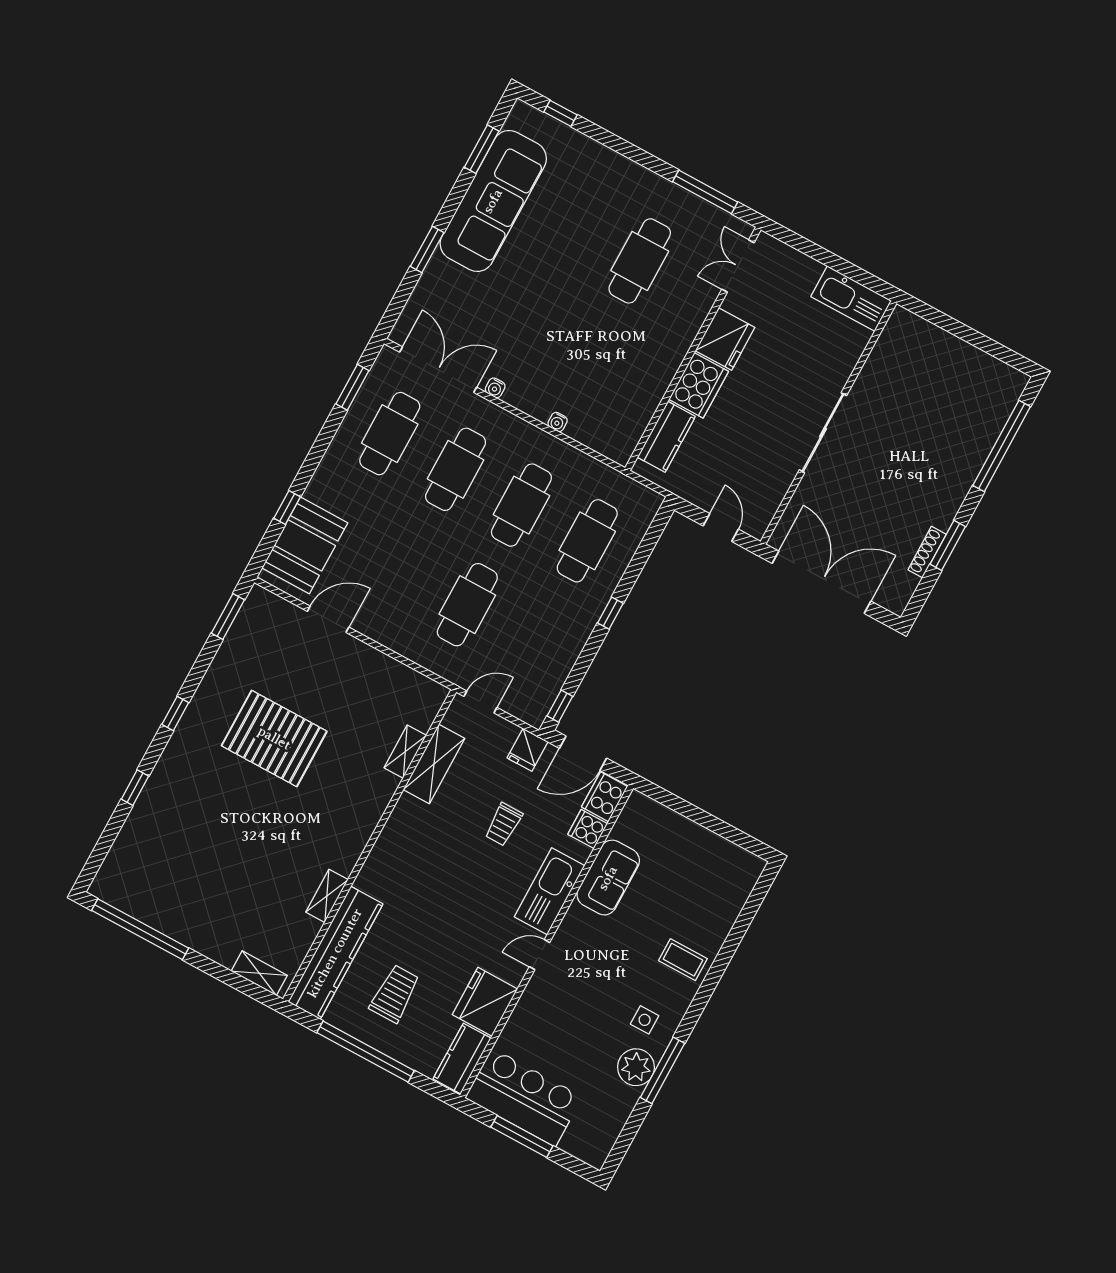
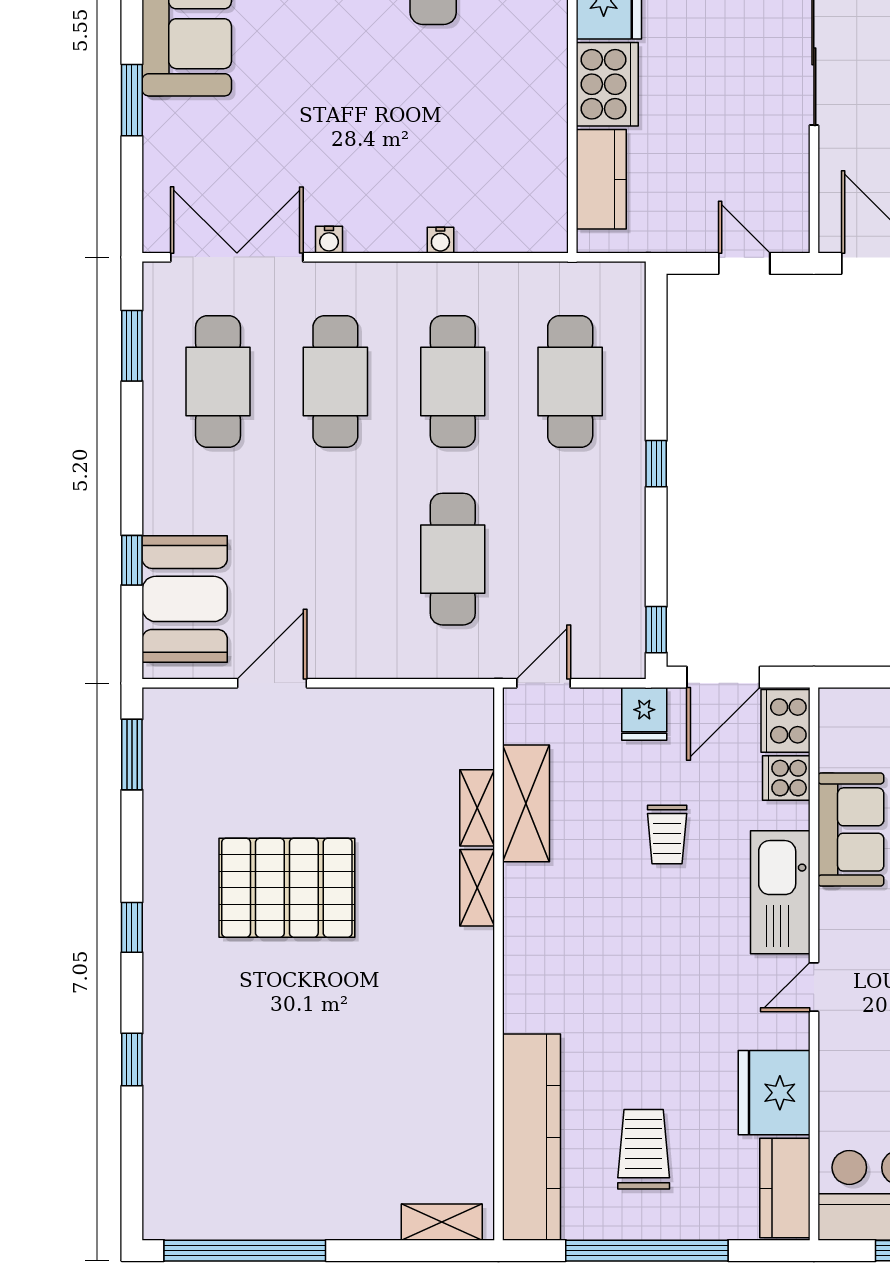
shelving: (327, 896) -> (477, 888), moved

